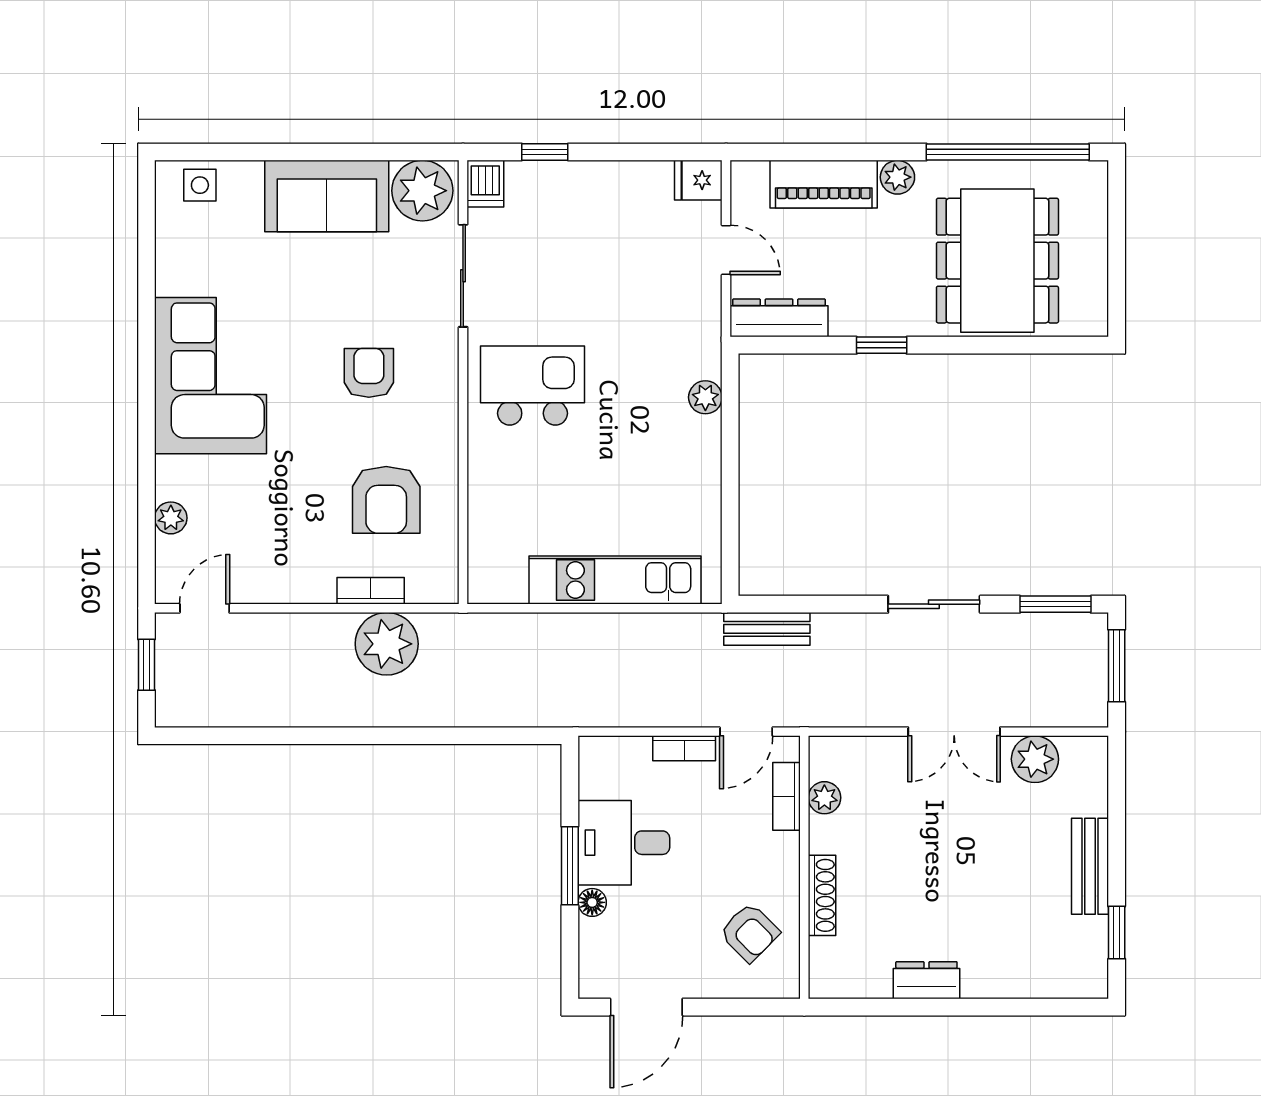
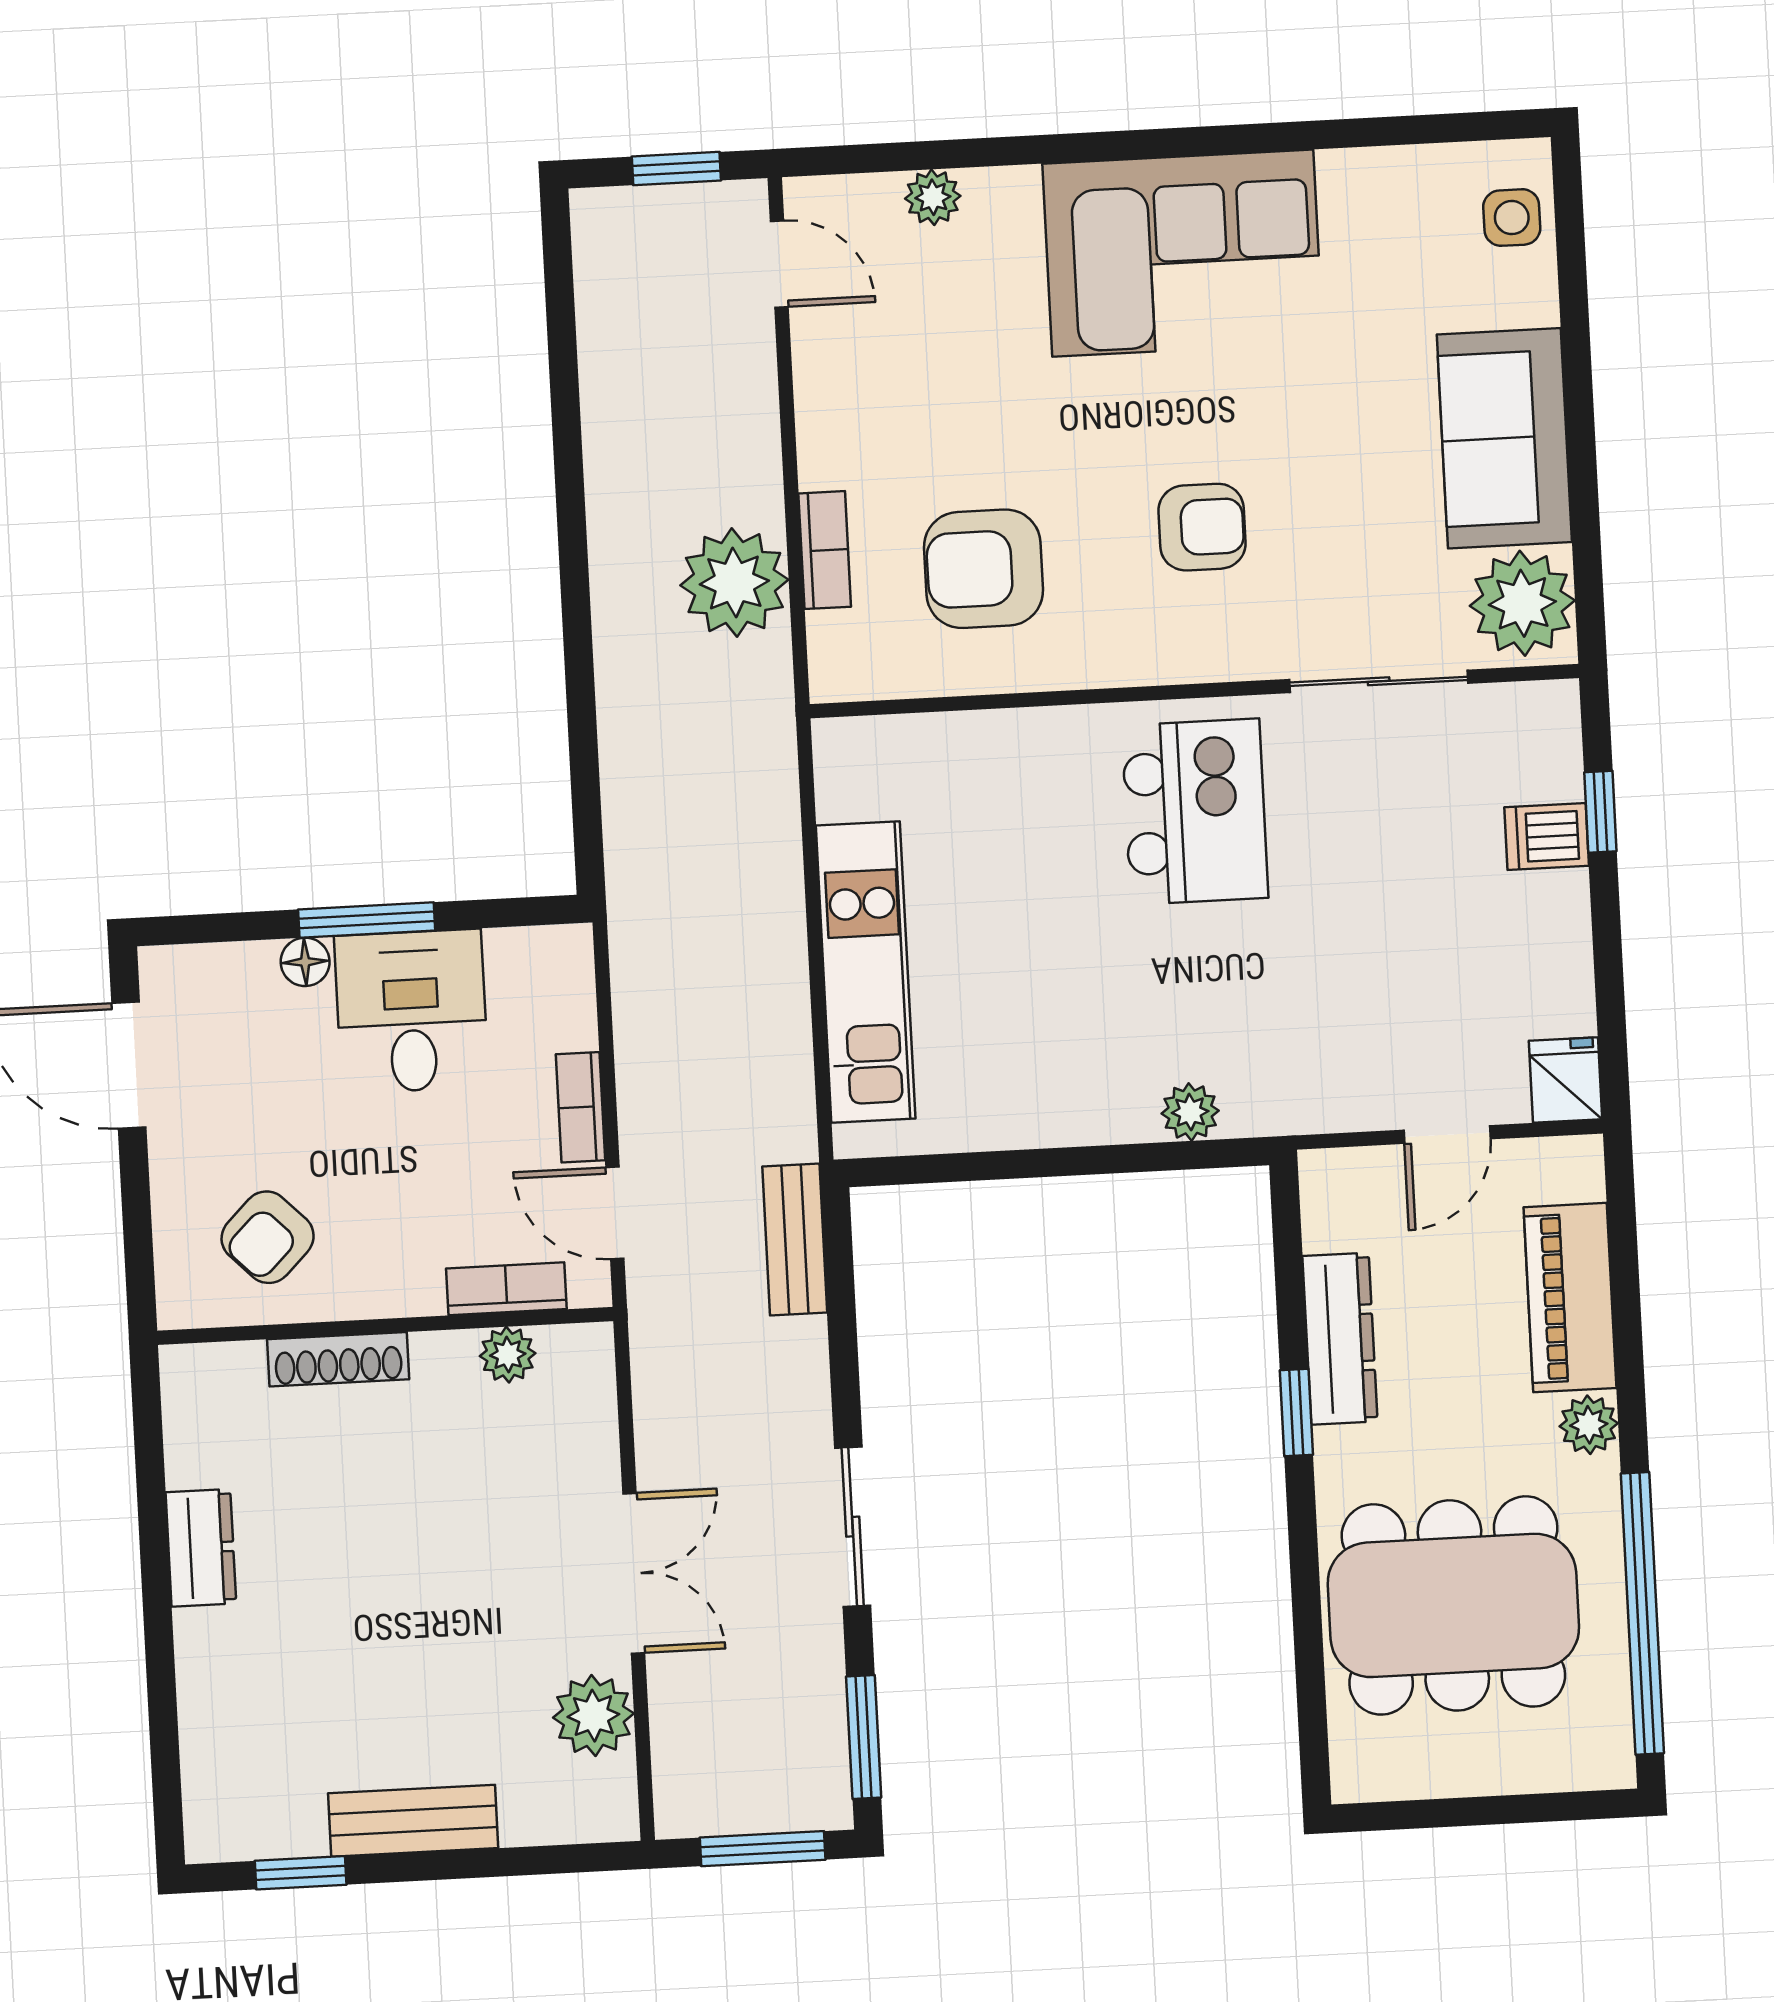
dishwasher: (485, 184) -> (1547, 837), moved
dresser: (779, 318) -> (1340, 1339), moved
double door: (954, 732) -> (634, 1573), swing flipped

